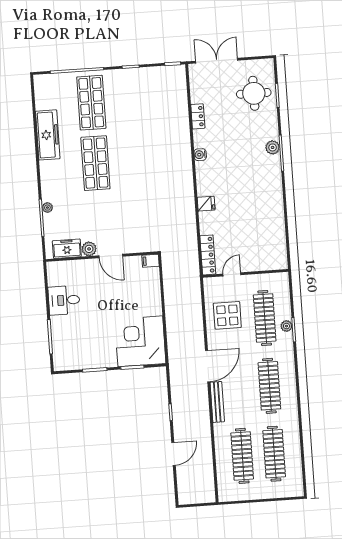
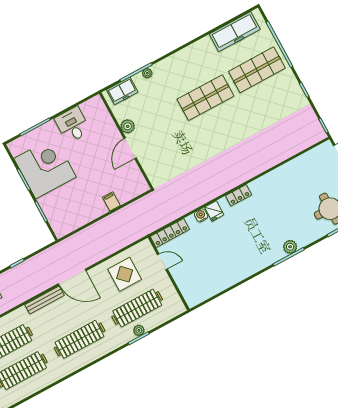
locker: (198, 116) -> (239, 195), moved
freezer: (48, 135) -> (235, 32), moved
water cooler: (200, 155) -> (201, 215), moved
freezer: (67, 249) -> (122, 91), moved, turned 90
filing cabinet: (150, 261) -> (111, 201), moved
corner desk: (140, 341) -> (45, 168), moved

